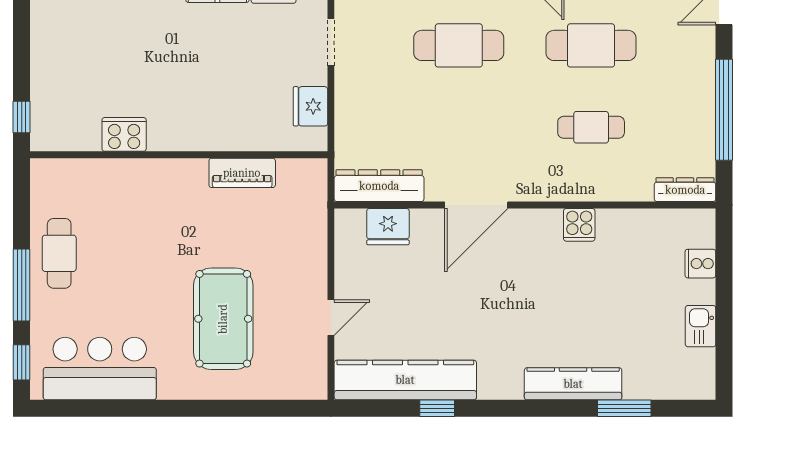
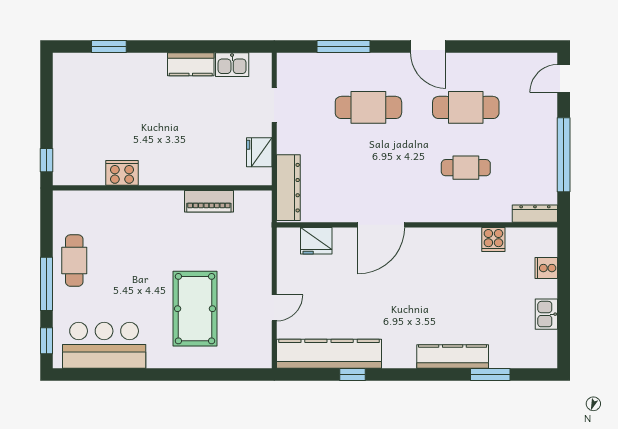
dresser: (379, 186) -> (288, 188), moved, turned 90
cooker: (579, 225) -> (493, 240), moved

